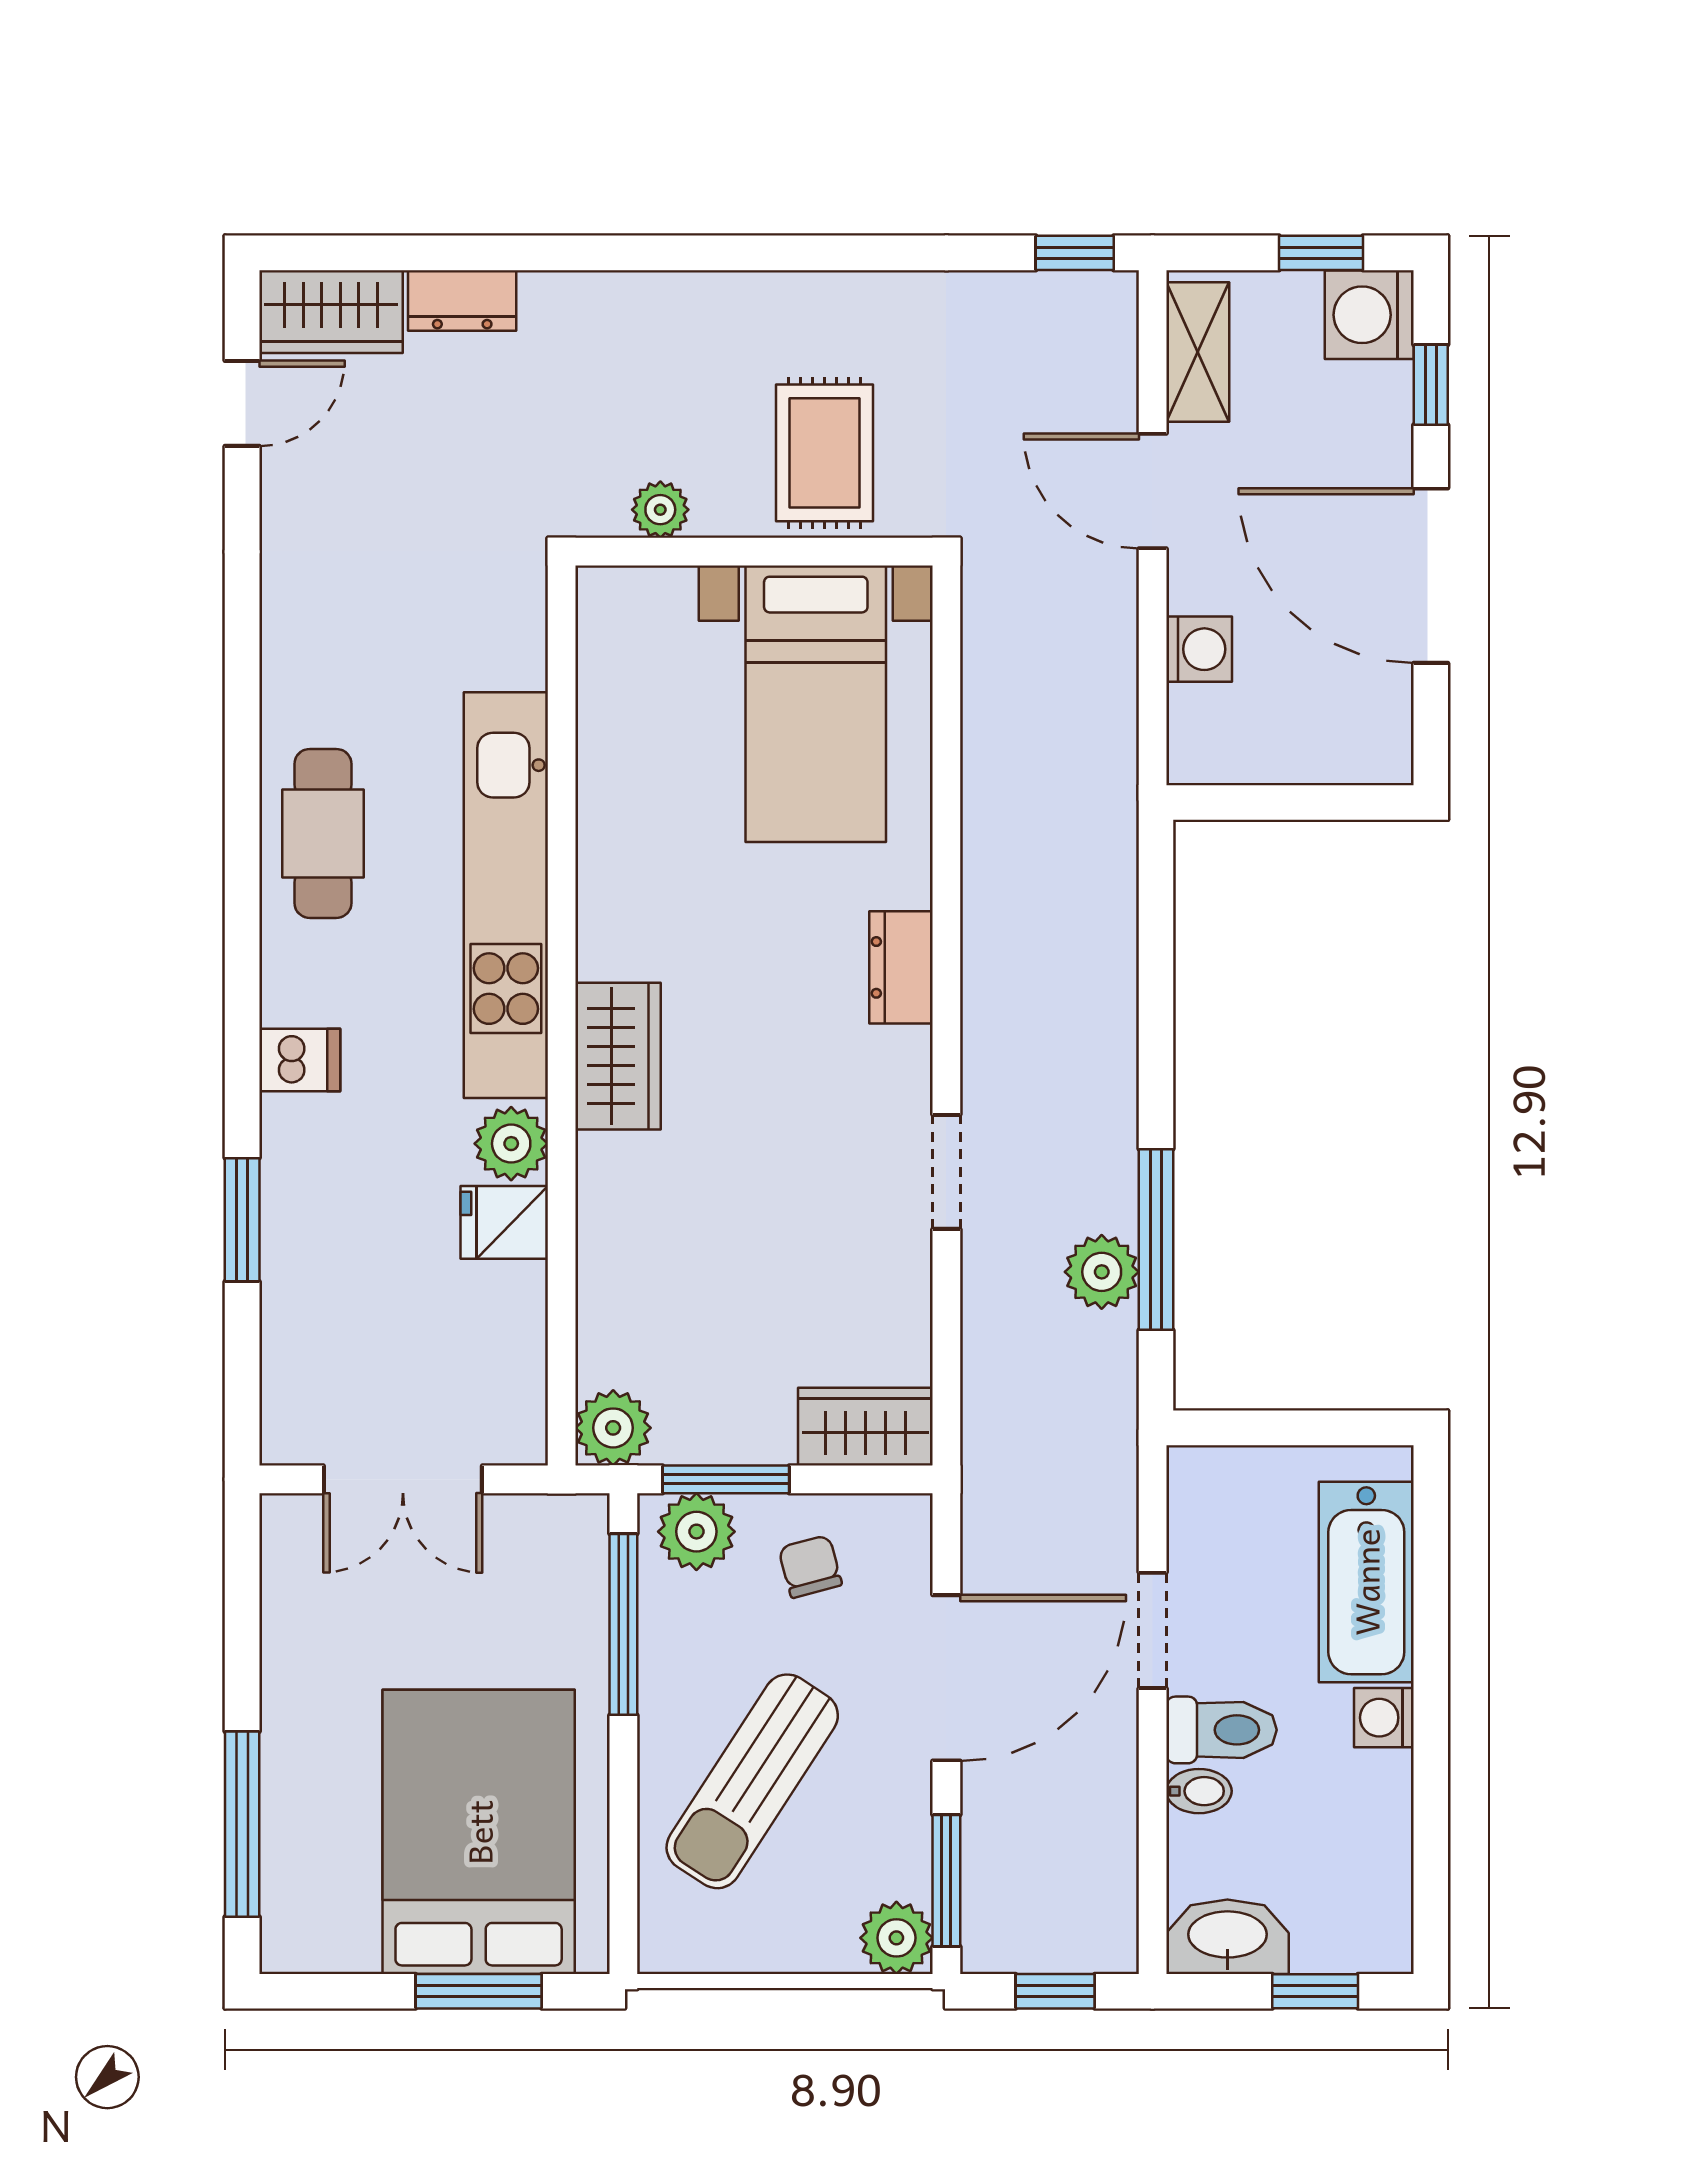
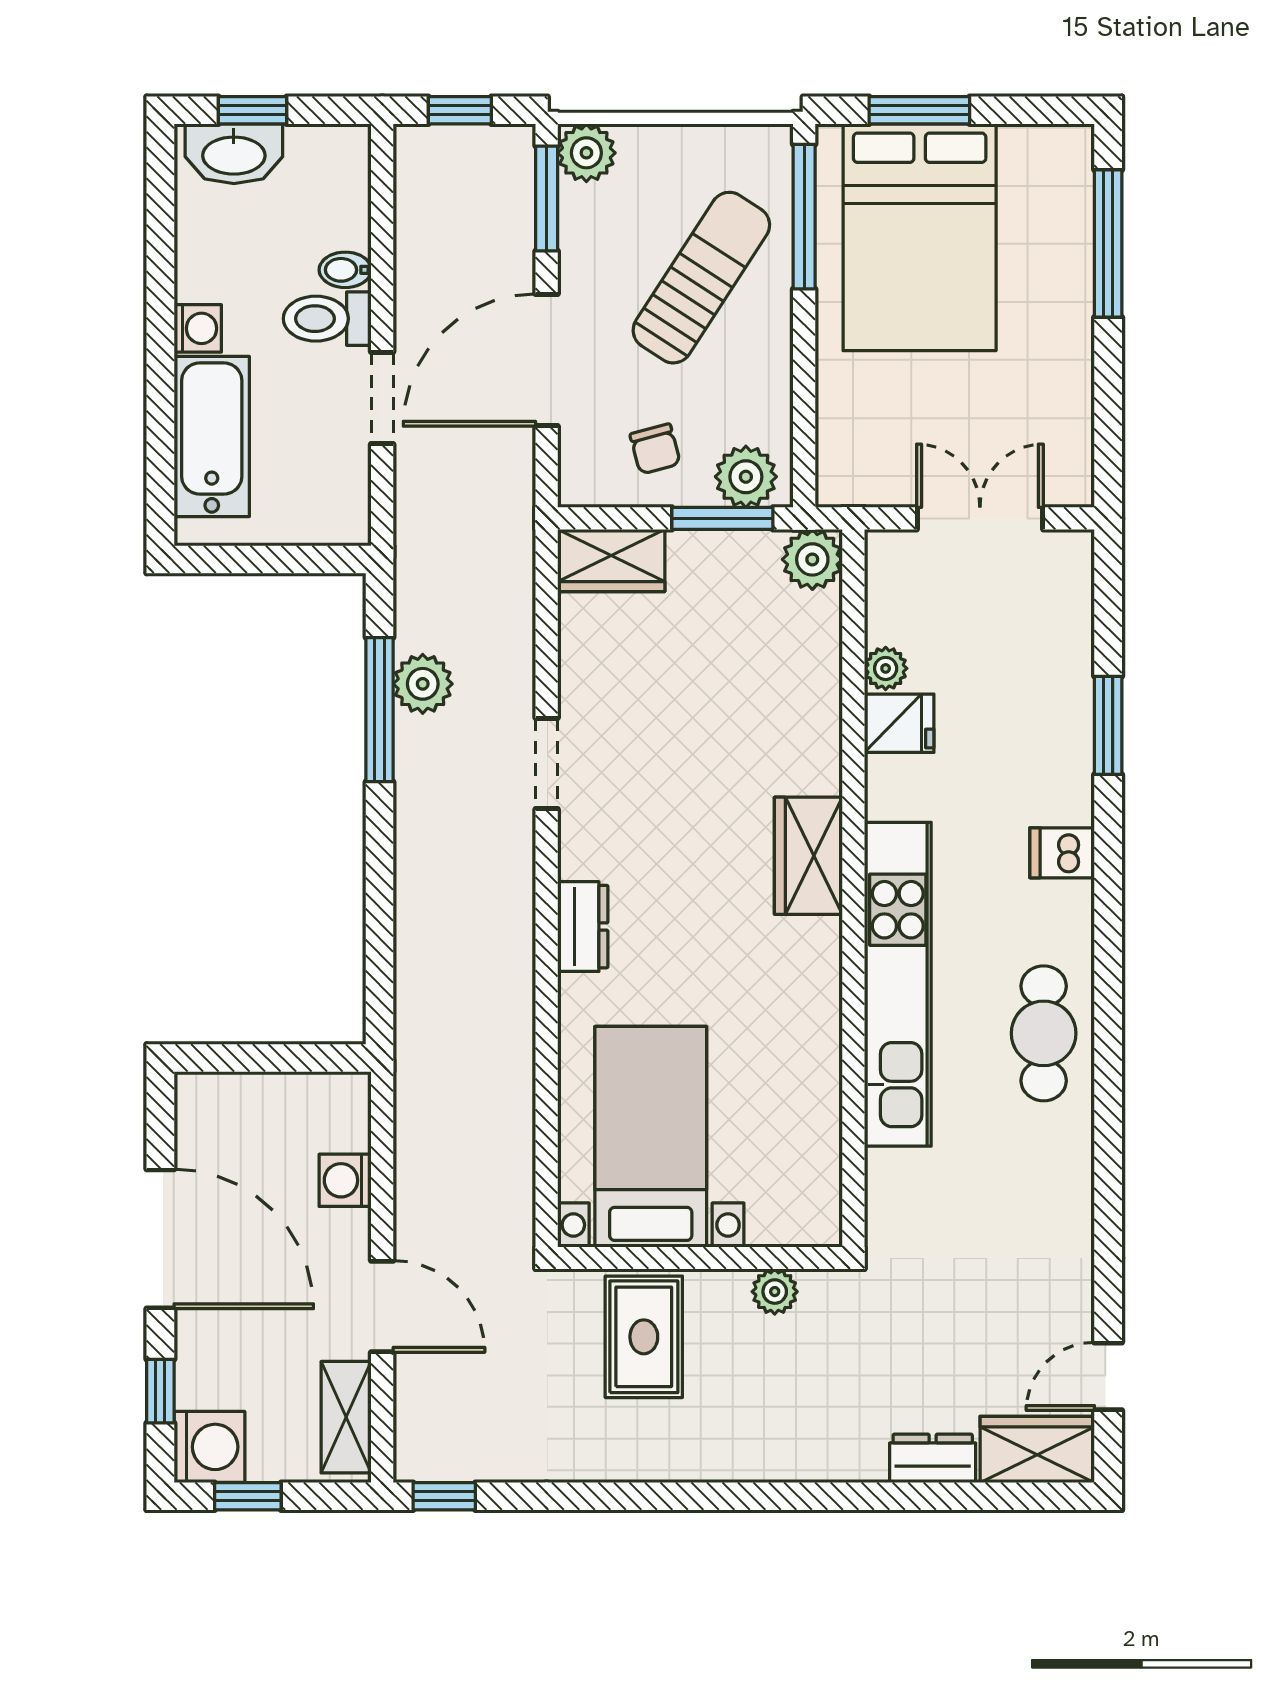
plant: (511, 1144) -> (886, 668), moved, width x0.73, depth x0.73
window: (623, 1624) -> (804, 217), moved
washbasin: (1227, 1937) -> (234, 154), moved

